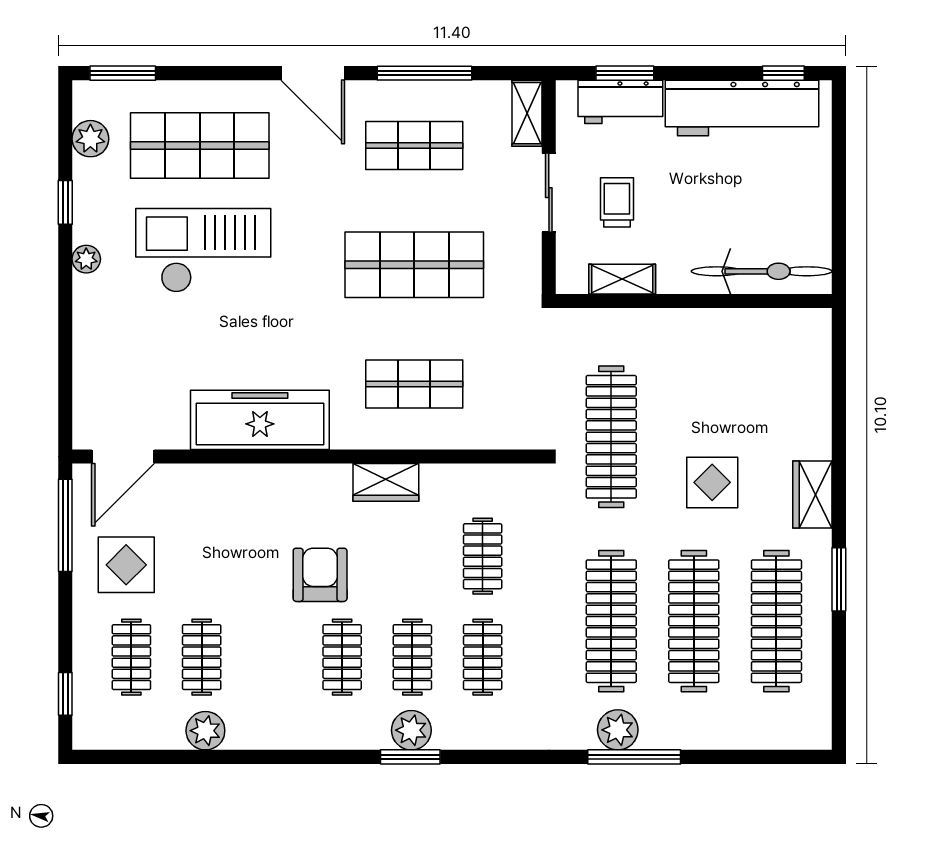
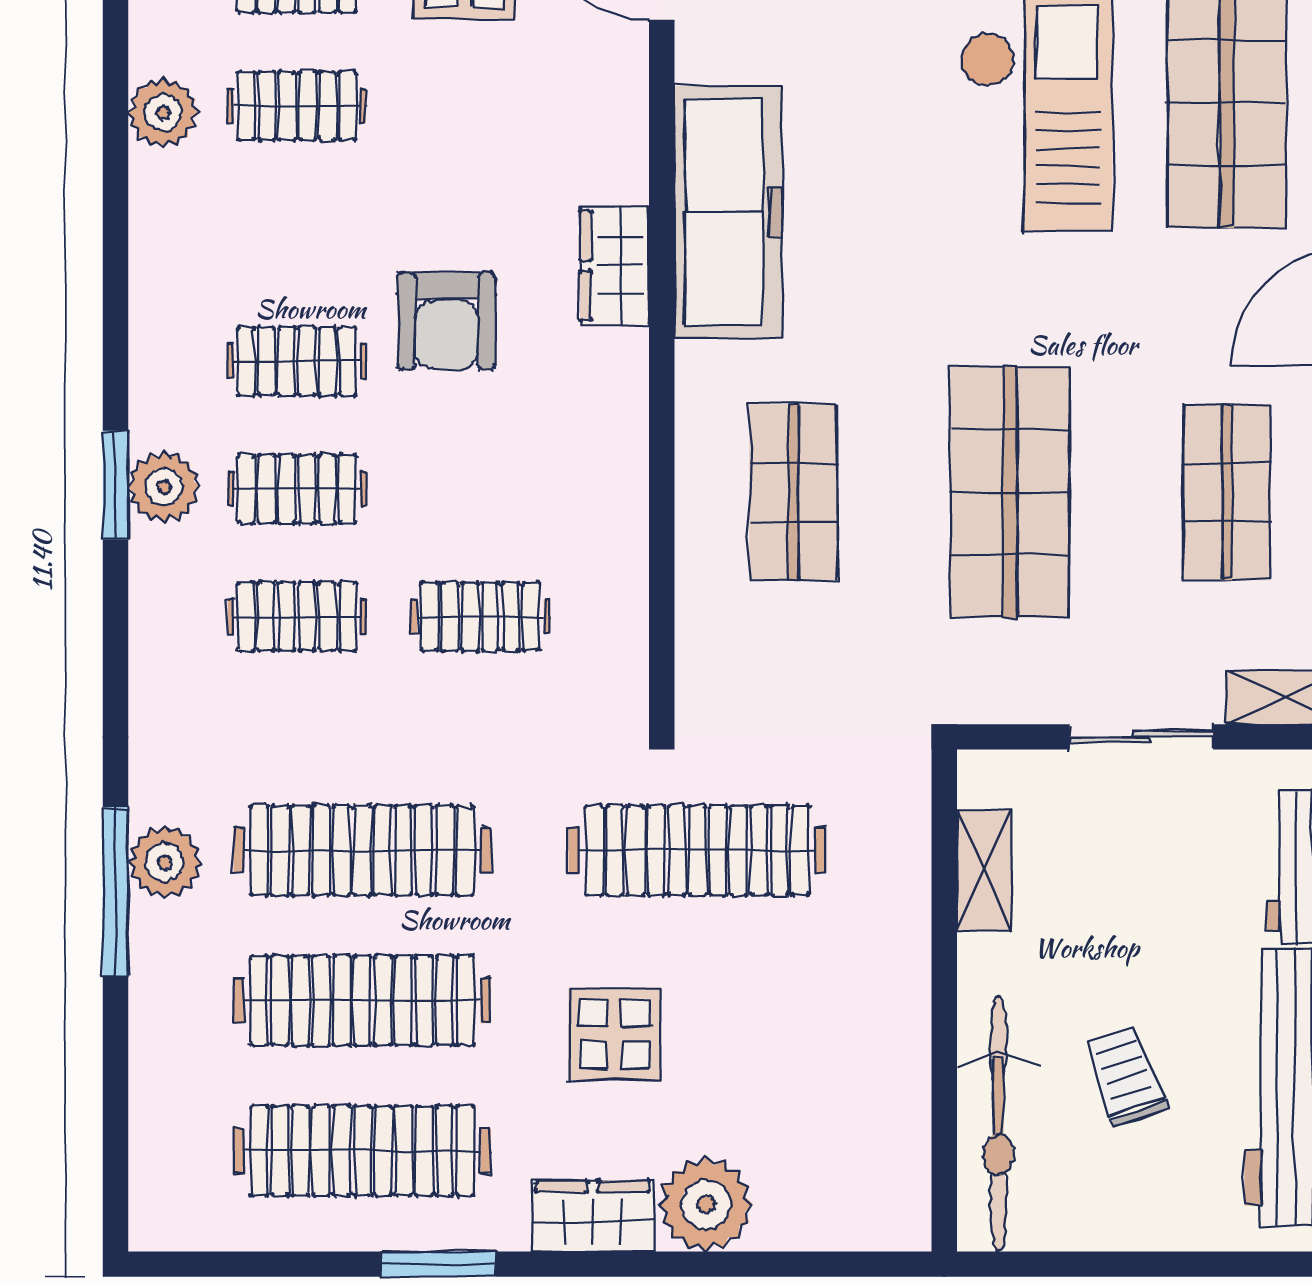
trolley: (617, 202) -> (1126, 1076), moved, turned -109
plant: (806, 432) -> (706, 1204), added
wardrobe: (386, 482) -> (615, 266), moved
armchair: (320, 575) -> (447, 321), turned 90

